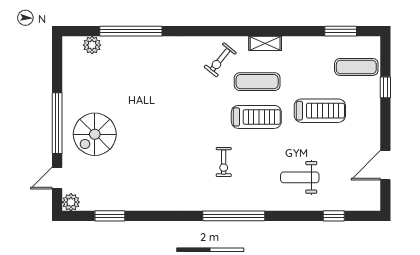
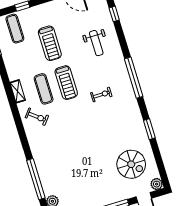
treadmill: (320, 111) -> (50, 43), turned 180
treadmill: (256, 117) -> (66, 83), turned 180
spiral stairs: (95, 134) -> (131, 164), moved
window: (110, 216) -> (149, 129), moved

